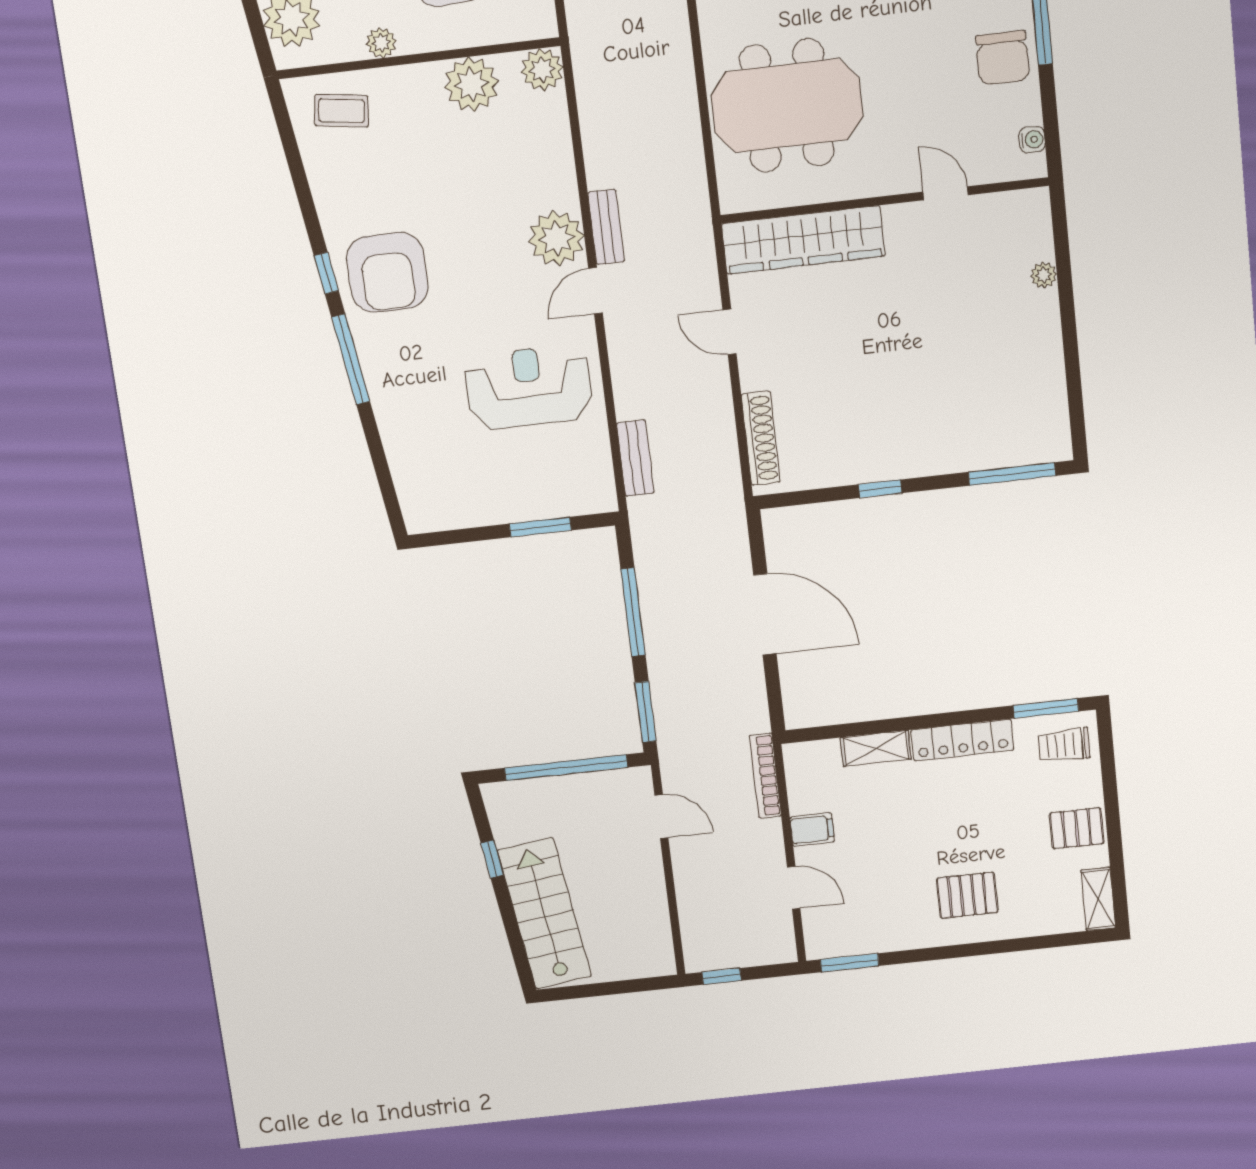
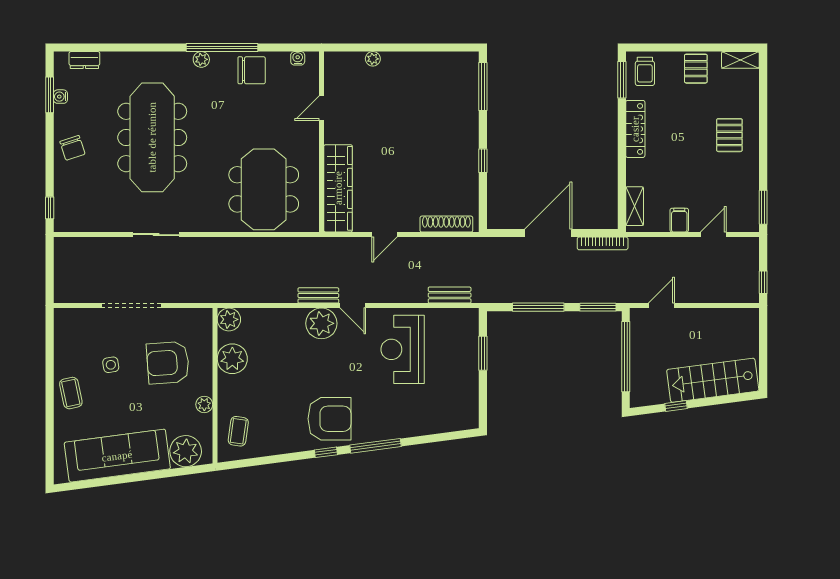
shelving: (876, 748) -> (635, 206), moved
bookcase: (765, 776) -> (603, 243), moved

